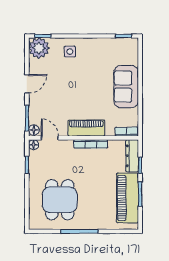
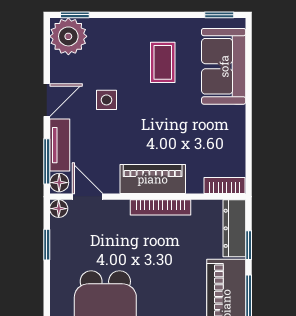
side table: (70, 52) -> (106, 100), moved
coffee table: (92, 63) -> (163, 62), added
sofa: (126, 87) -> (224, 66), moved
tv unit: (34, 109) -> (60, 145), added

